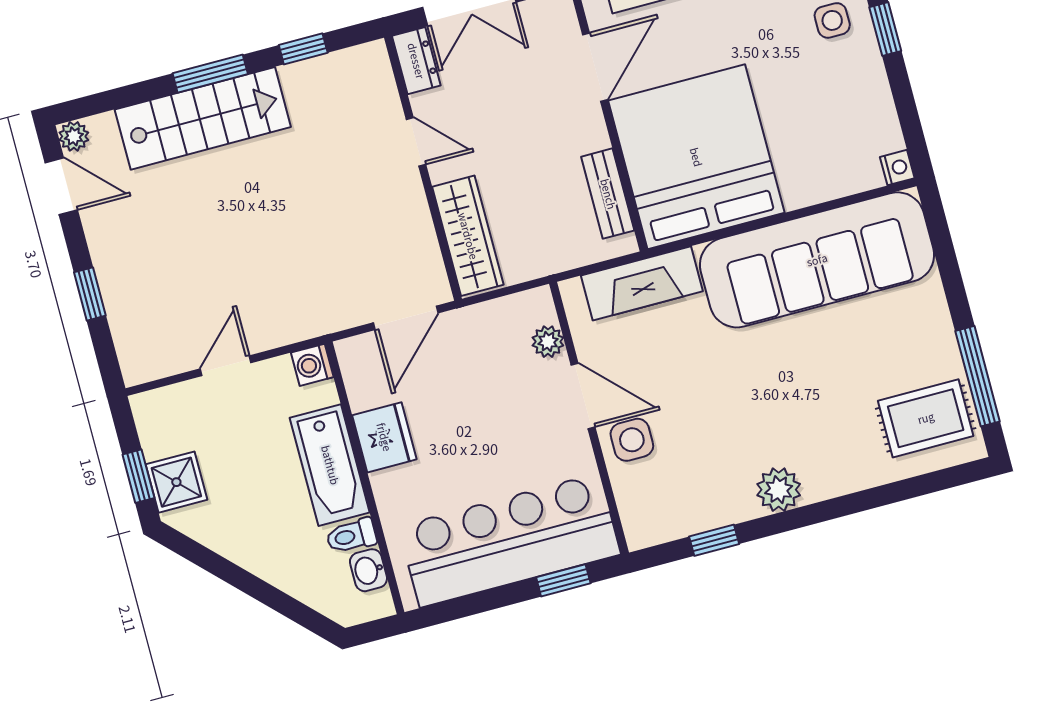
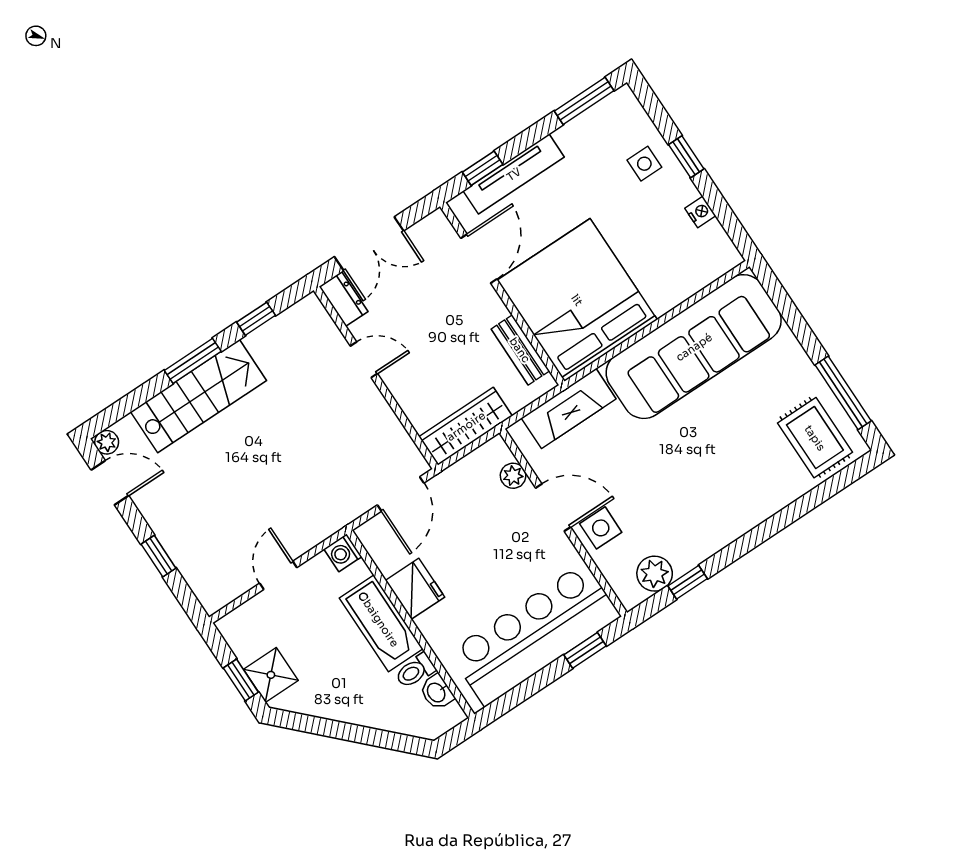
nightstand: (897, 168) -> (700, 212), moved
wardrobe: (468, 236) -> (466, 426), moved, turned -90
rug: (926, 418) -> (815, 438), turned 90
plant: (779, 490) -> (655, 574), moved

